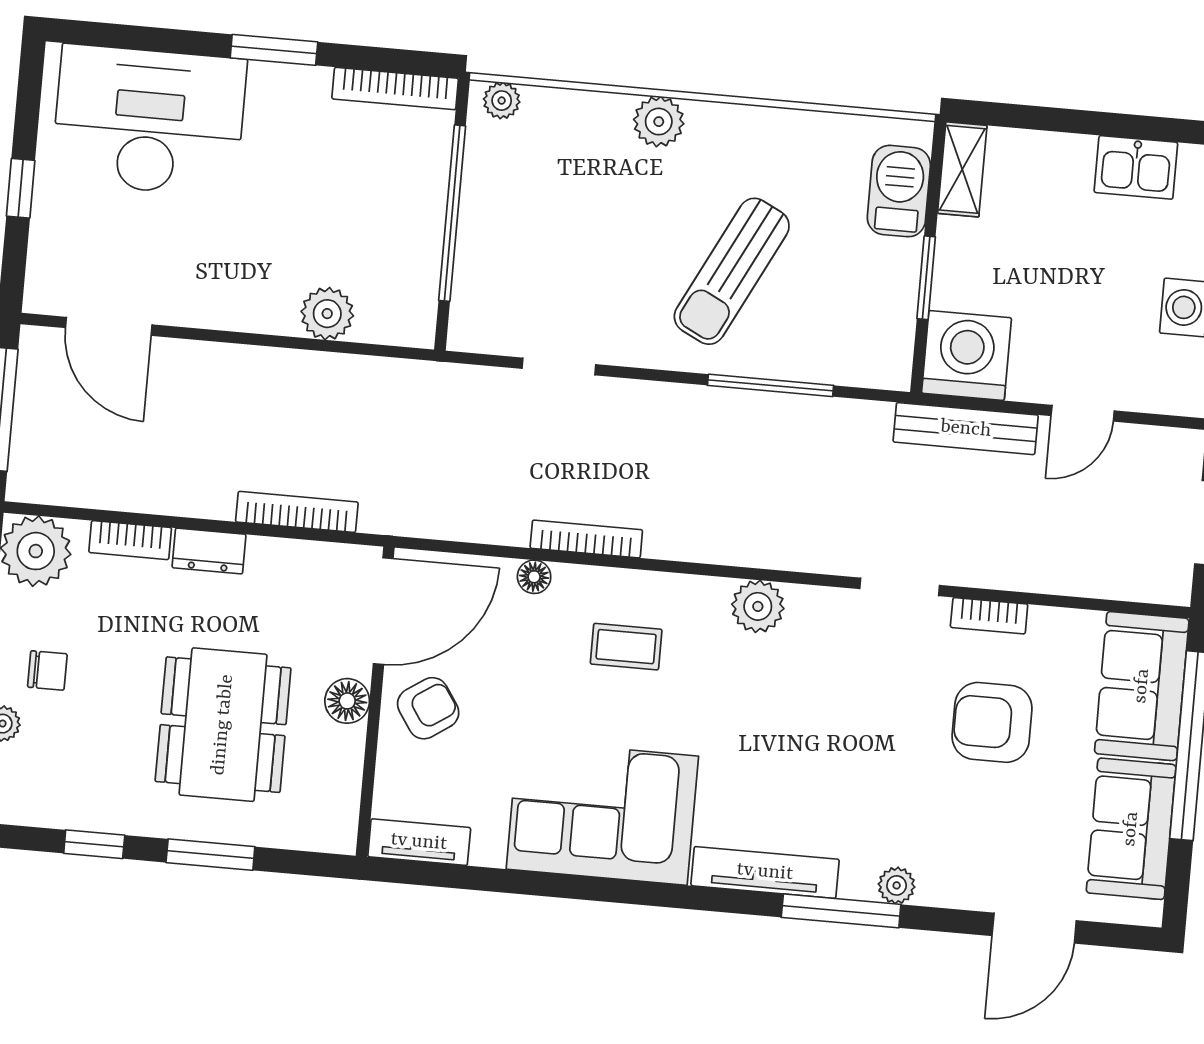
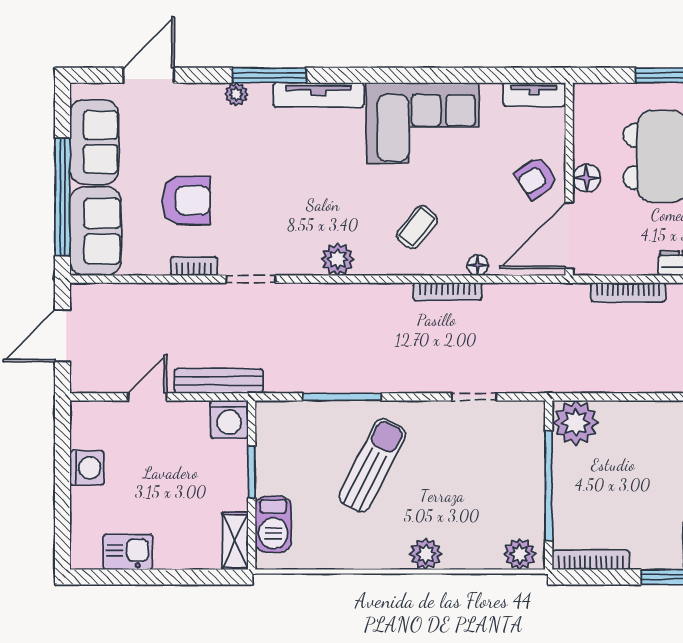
plant: (502, 101) -> (520, 554), width x1.38, depth x1.38
plant: (327, 314) -> (576, 423), moved, width x1.36, depth x1.36
washing machine: (967, 355) -> (229, 419), width x0.73, depth x0.73
coffee table: (626, 647) -> (417, 227), turned -51

